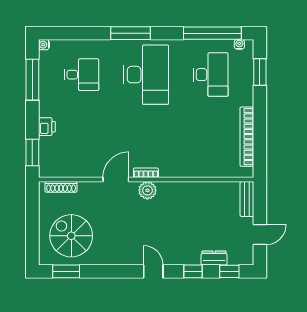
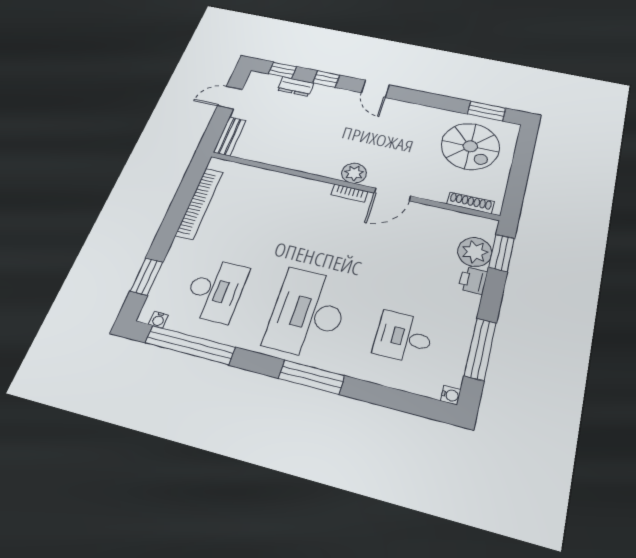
desk: (211, 75) -> (216, 290), turned 180
plant: (50, 148) -> (475, 252), added

